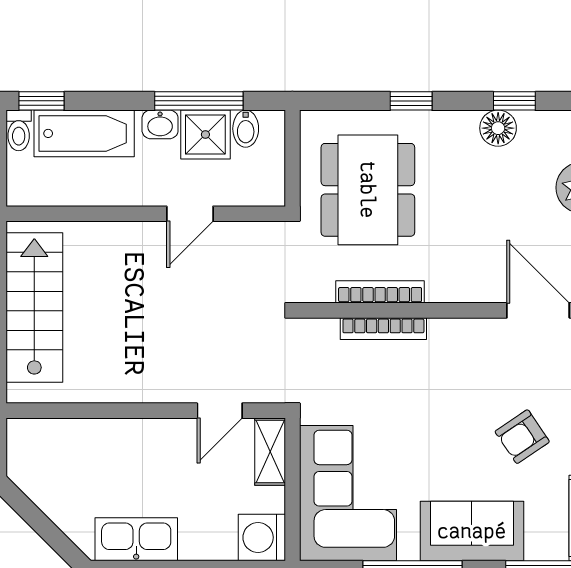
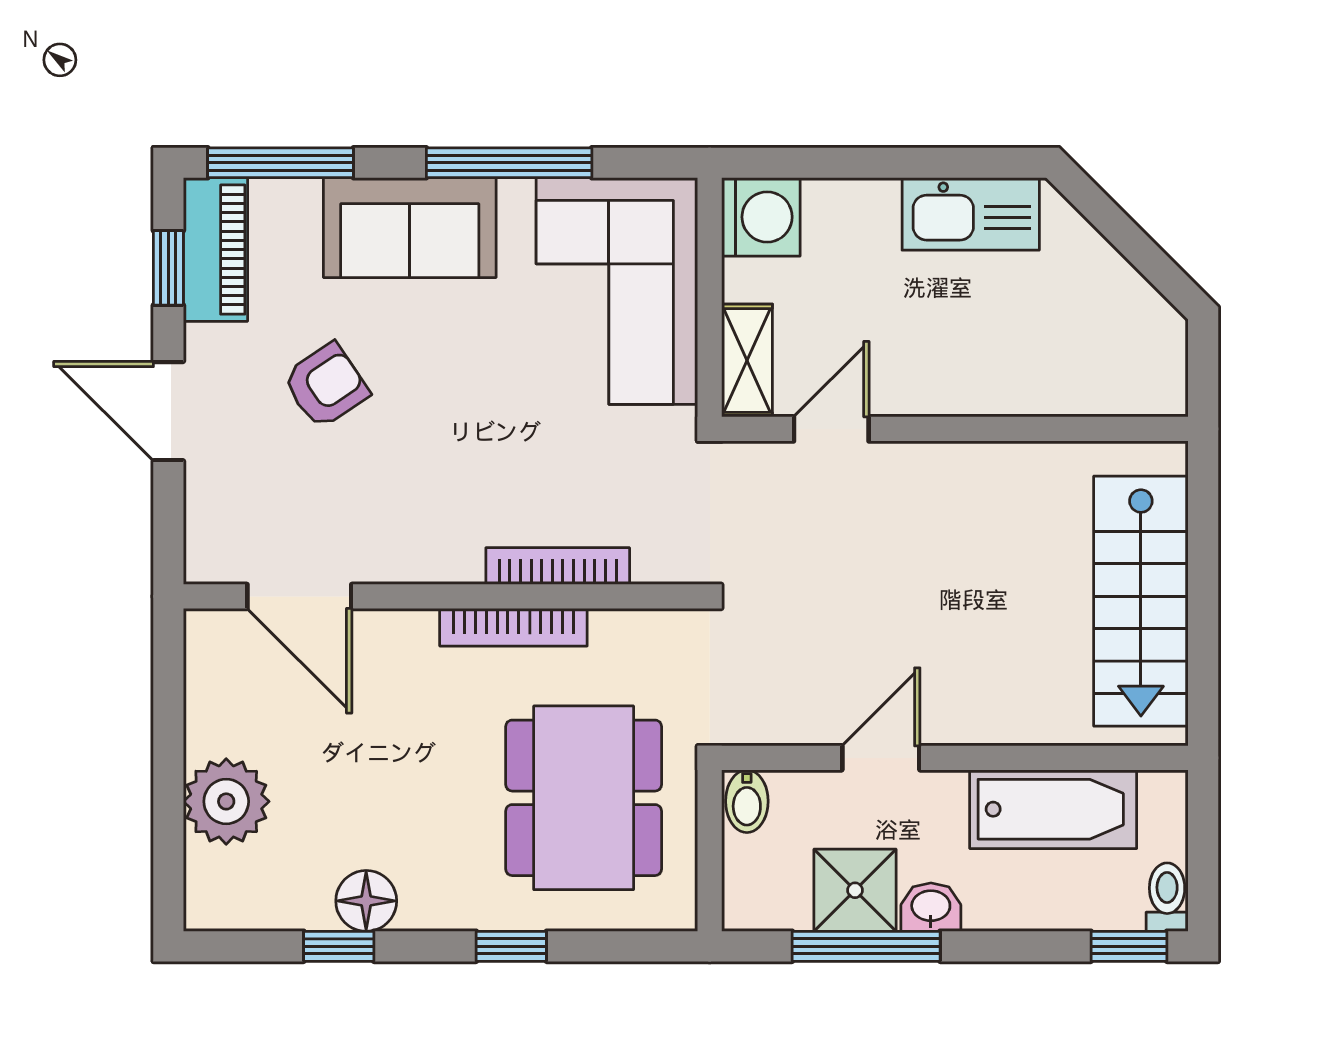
bidet: (246, 129) -> (747, 801), moved, turned 180
bathtub: (84, 133) -> (1053, 809), moved, turned 180
bookcase: (380, 292) -> (513, 627), moved

